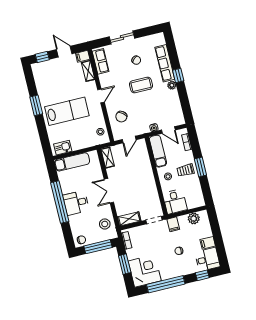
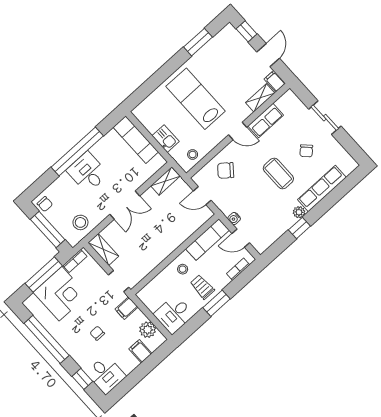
row of seats: (101, 61) -> (266, 120), moved
window: (178, 76) -> (299, 228), moved
window: (36, 105) -> (198, 42), moved
lab bench: (67, 111) -> (196, 99), turned 180
door: (168, 130) -> (241, 238), hinge flipped
kitchen sink: (63, 148) -> (166, 139), moved
double door: (109, 191) -> (125, 205), swing flipped
desk: (175, 201) -> (174, 314), moved
filing cabinet: (208, 243) -> (140, 351), moved
window: (125, 264) -> (44, 275), width x1.44
corner desk: (145, 271) -> (60, 294), moved

